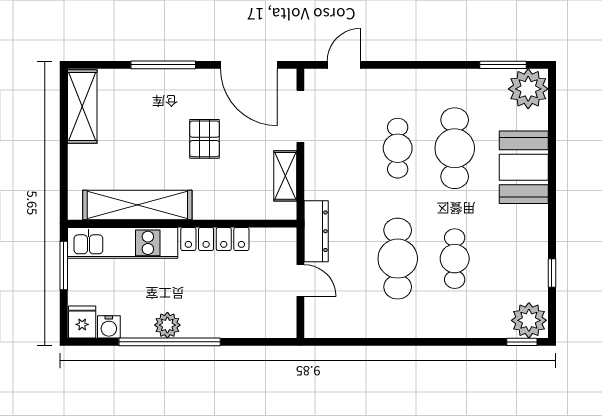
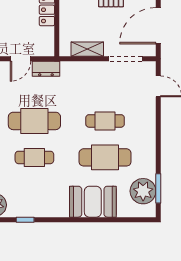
plant: (528, 89) -> (143, 191), moved
dresser: (316, 231) -> (46, 69), width x0.70

